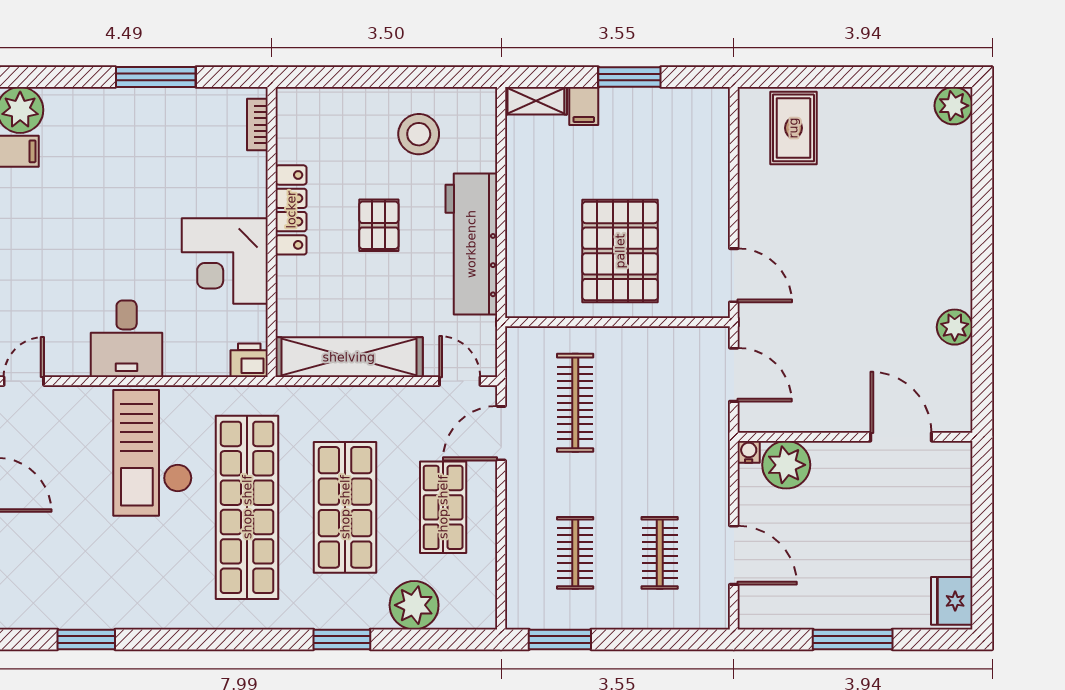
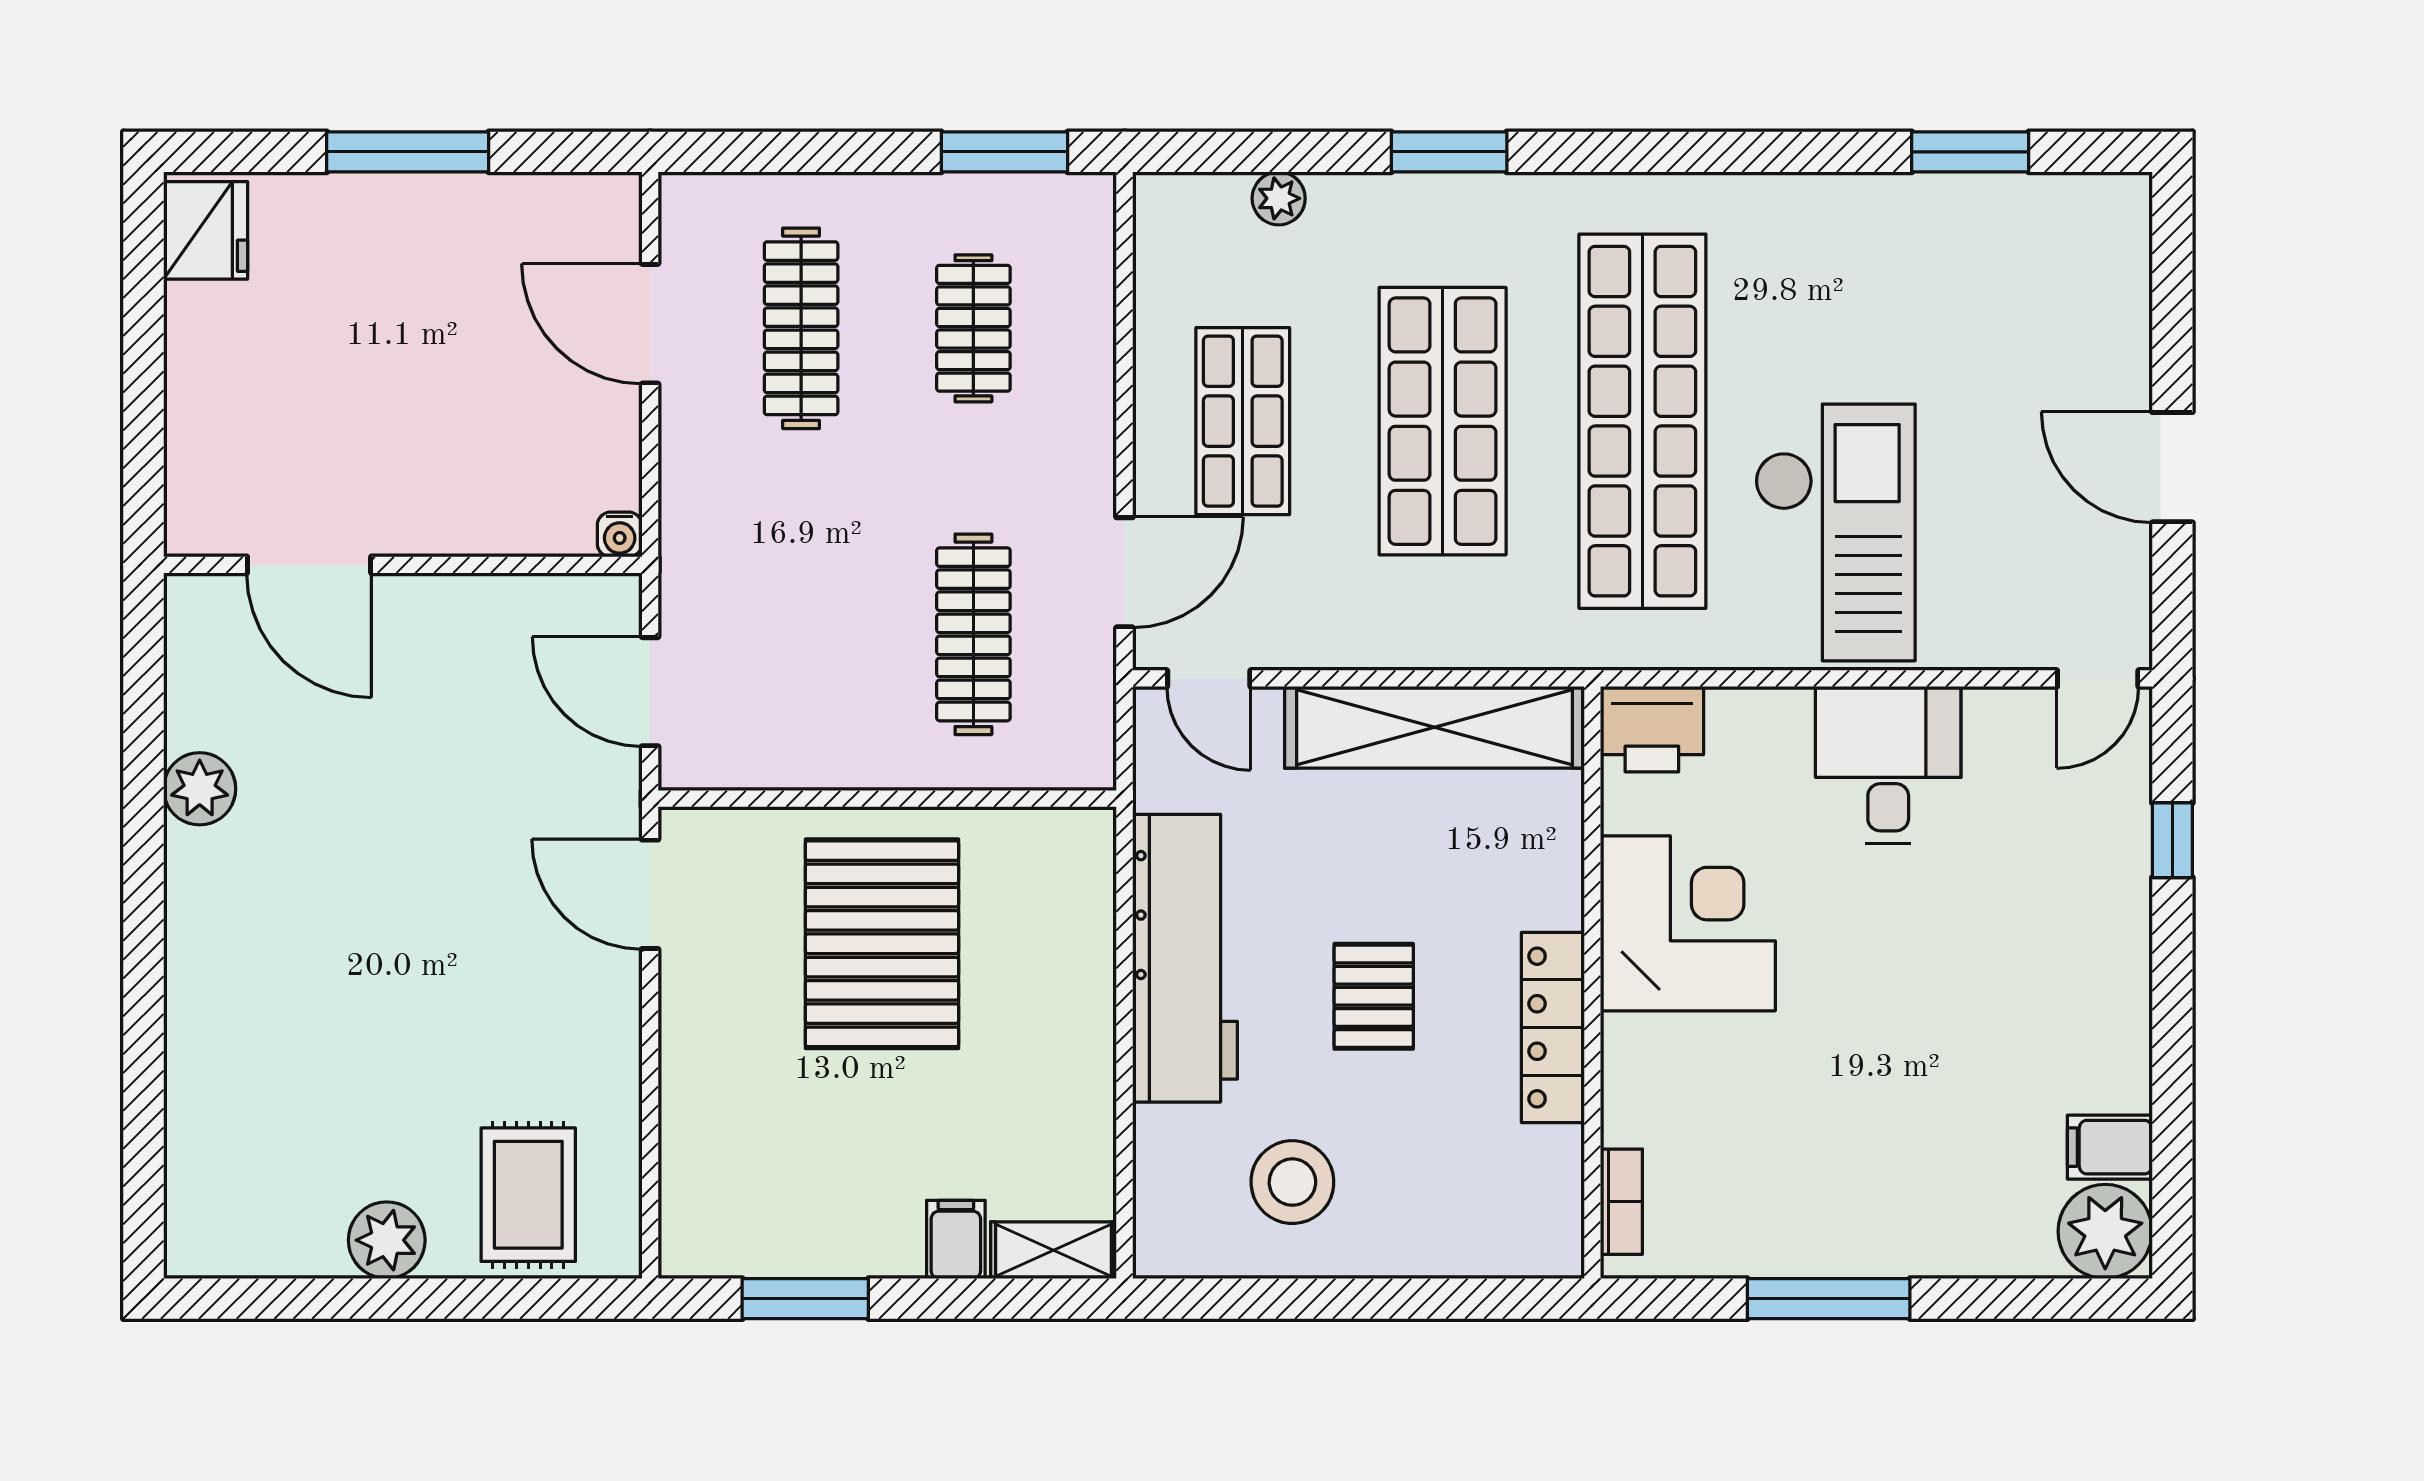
window: (629, 77) -> (805, 1299), moved
plant: (954, 106) -> (387, 1240), moved
printer: (249, 360) -> (1652, 729), width x1.36, depth x1.24
plant: (786, 465) -> (543, 508), removed
clothes rail: (660, 553) -> (801, 328), width x1.36
plant: (414, 605) -> (1279, 198), width x0.53, depth x0.53

